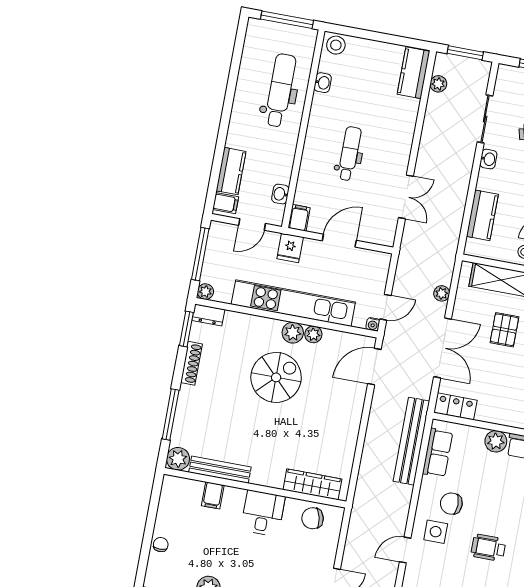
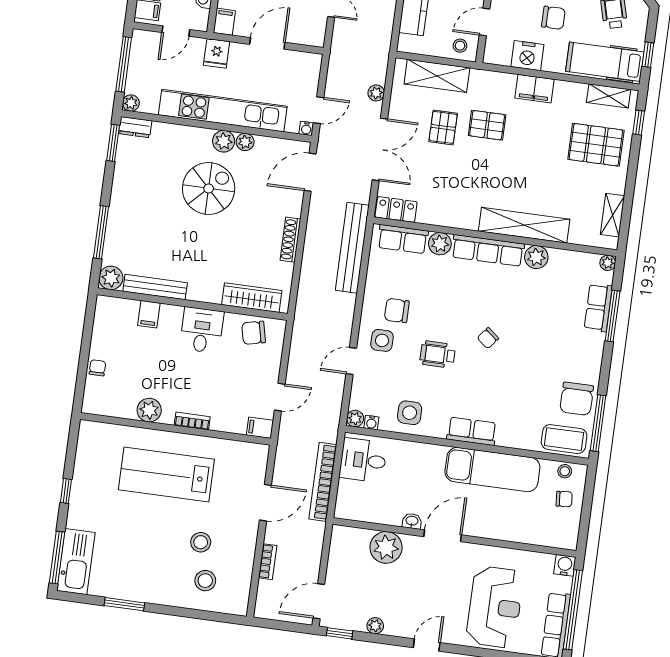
shoe rack: (191, 363) -> (290, 240), moved, turned 180
row of seats: (438, 453) -> (403, 239), moved, turned 90

